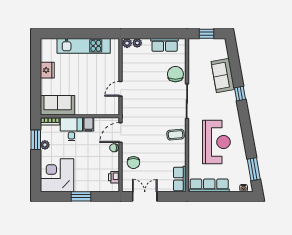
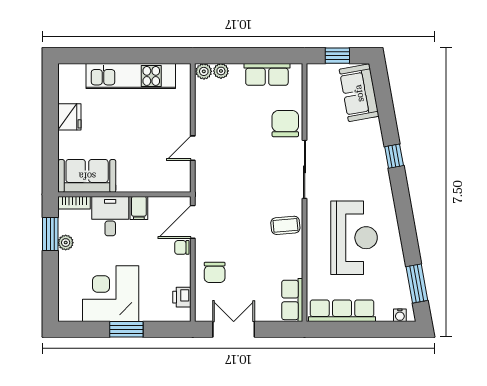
sofa: (223, 75) -> (359, 93), moved
corner desk: (57, 175) -> (111, 294), moved

